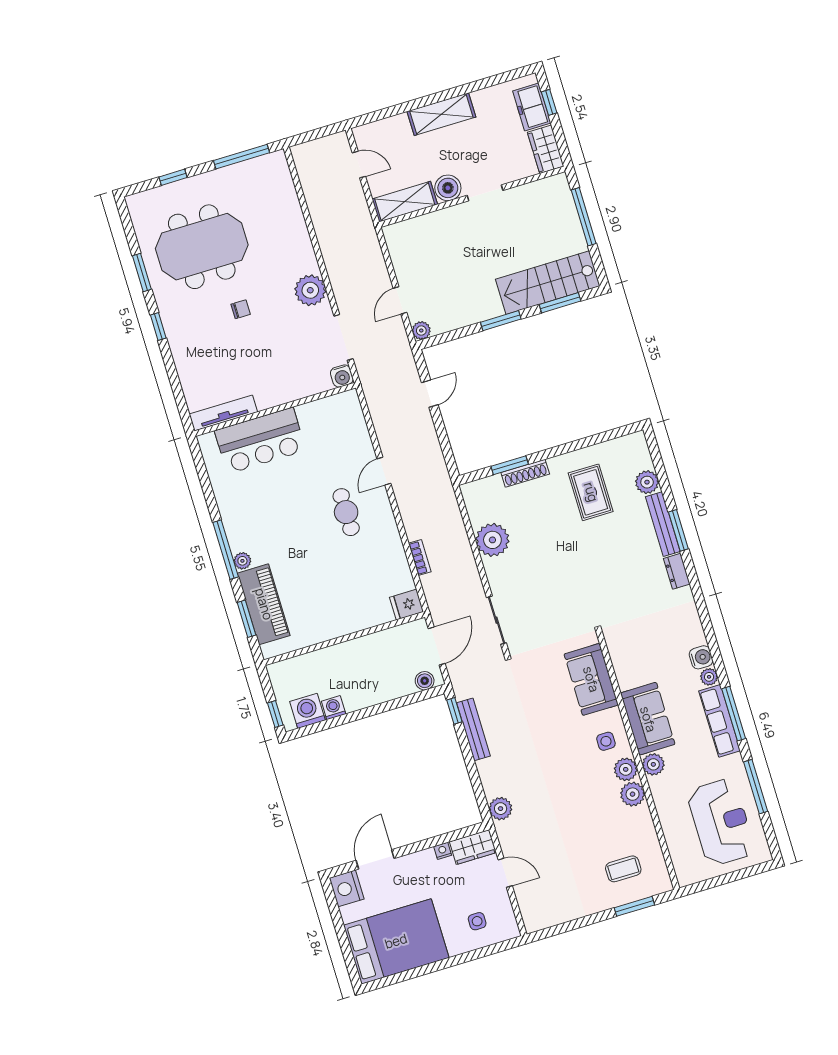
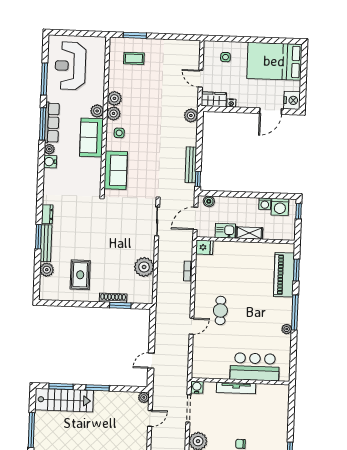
tv unit: (223, 413) -> (236, 388), moved
plant: (242, 561) -> (287, 329), moved
kitchen sink: (382, 643) -> (225, 231), added
shelving: (342, 652) -> (249, 233), added

